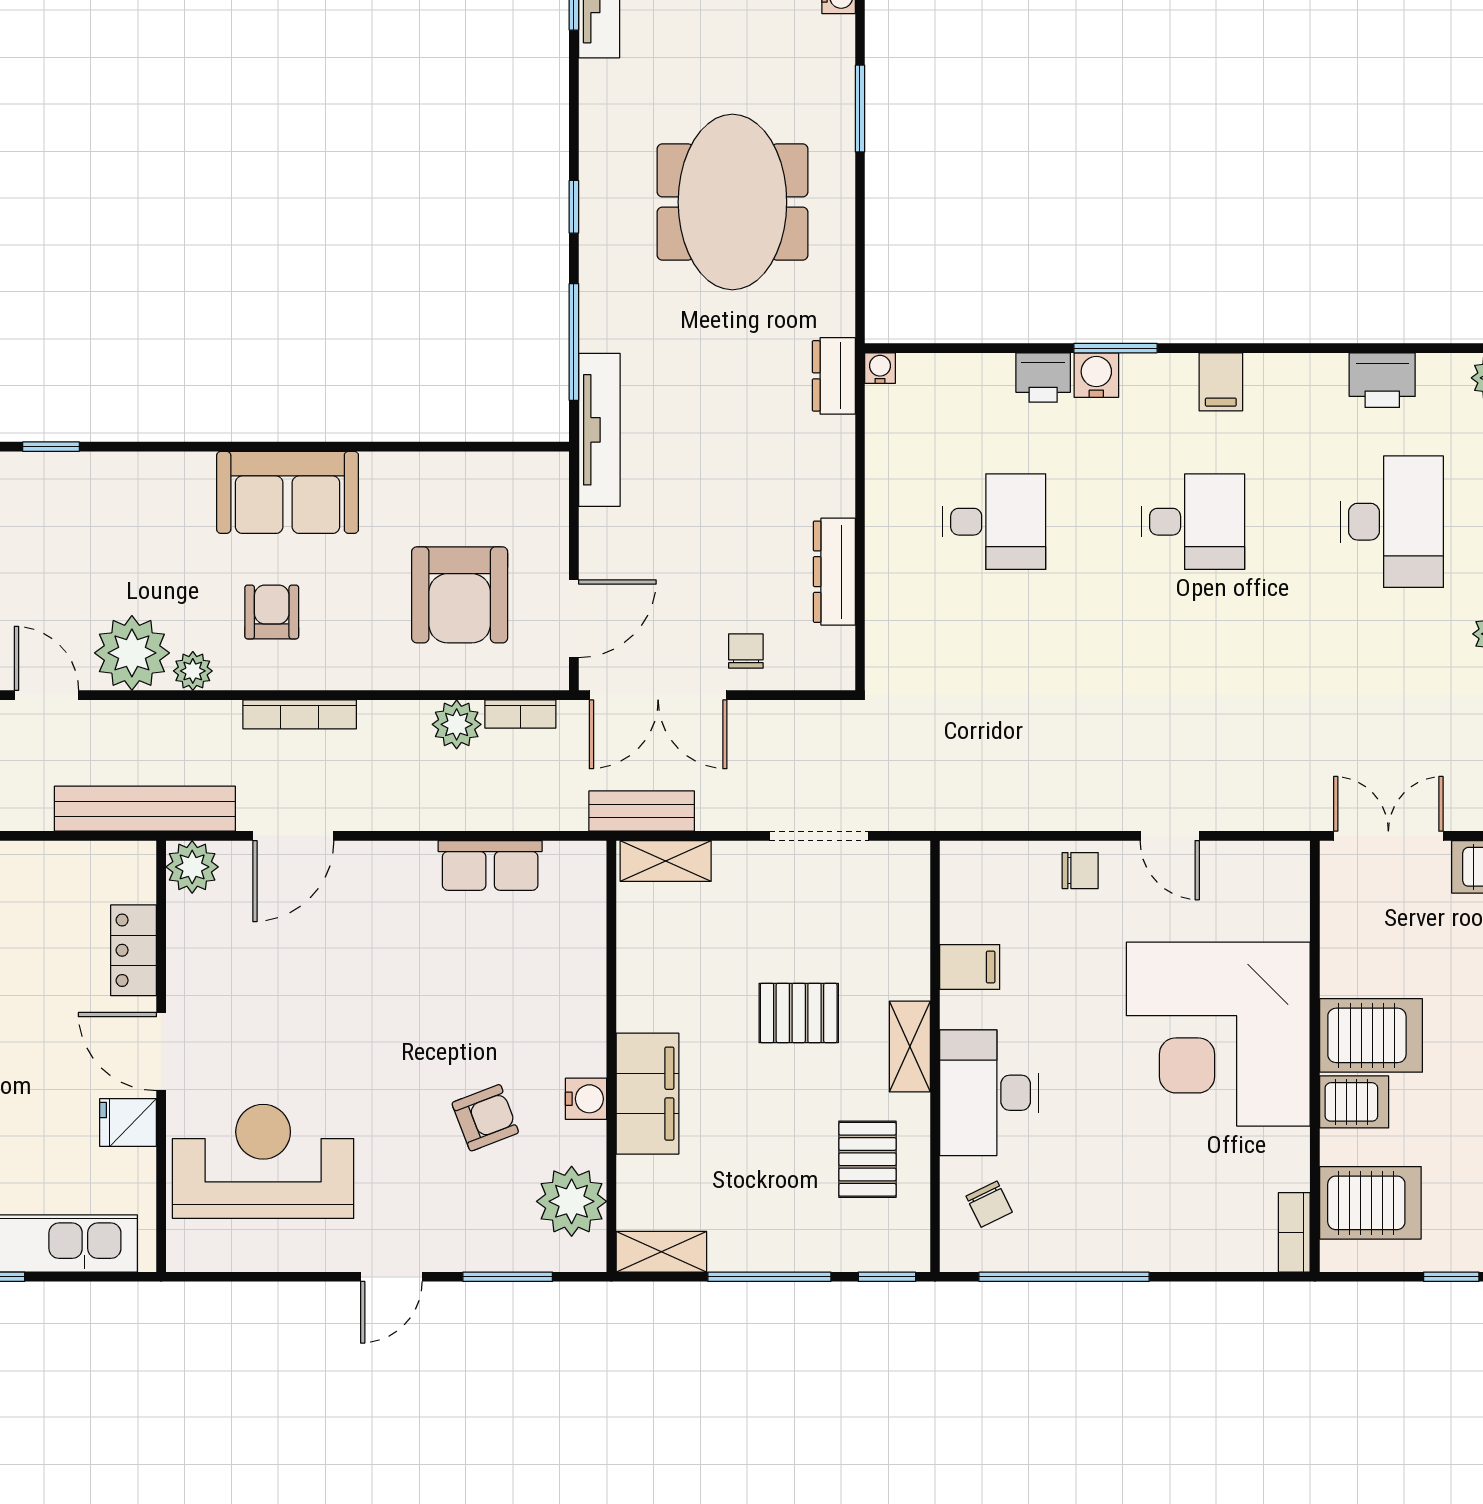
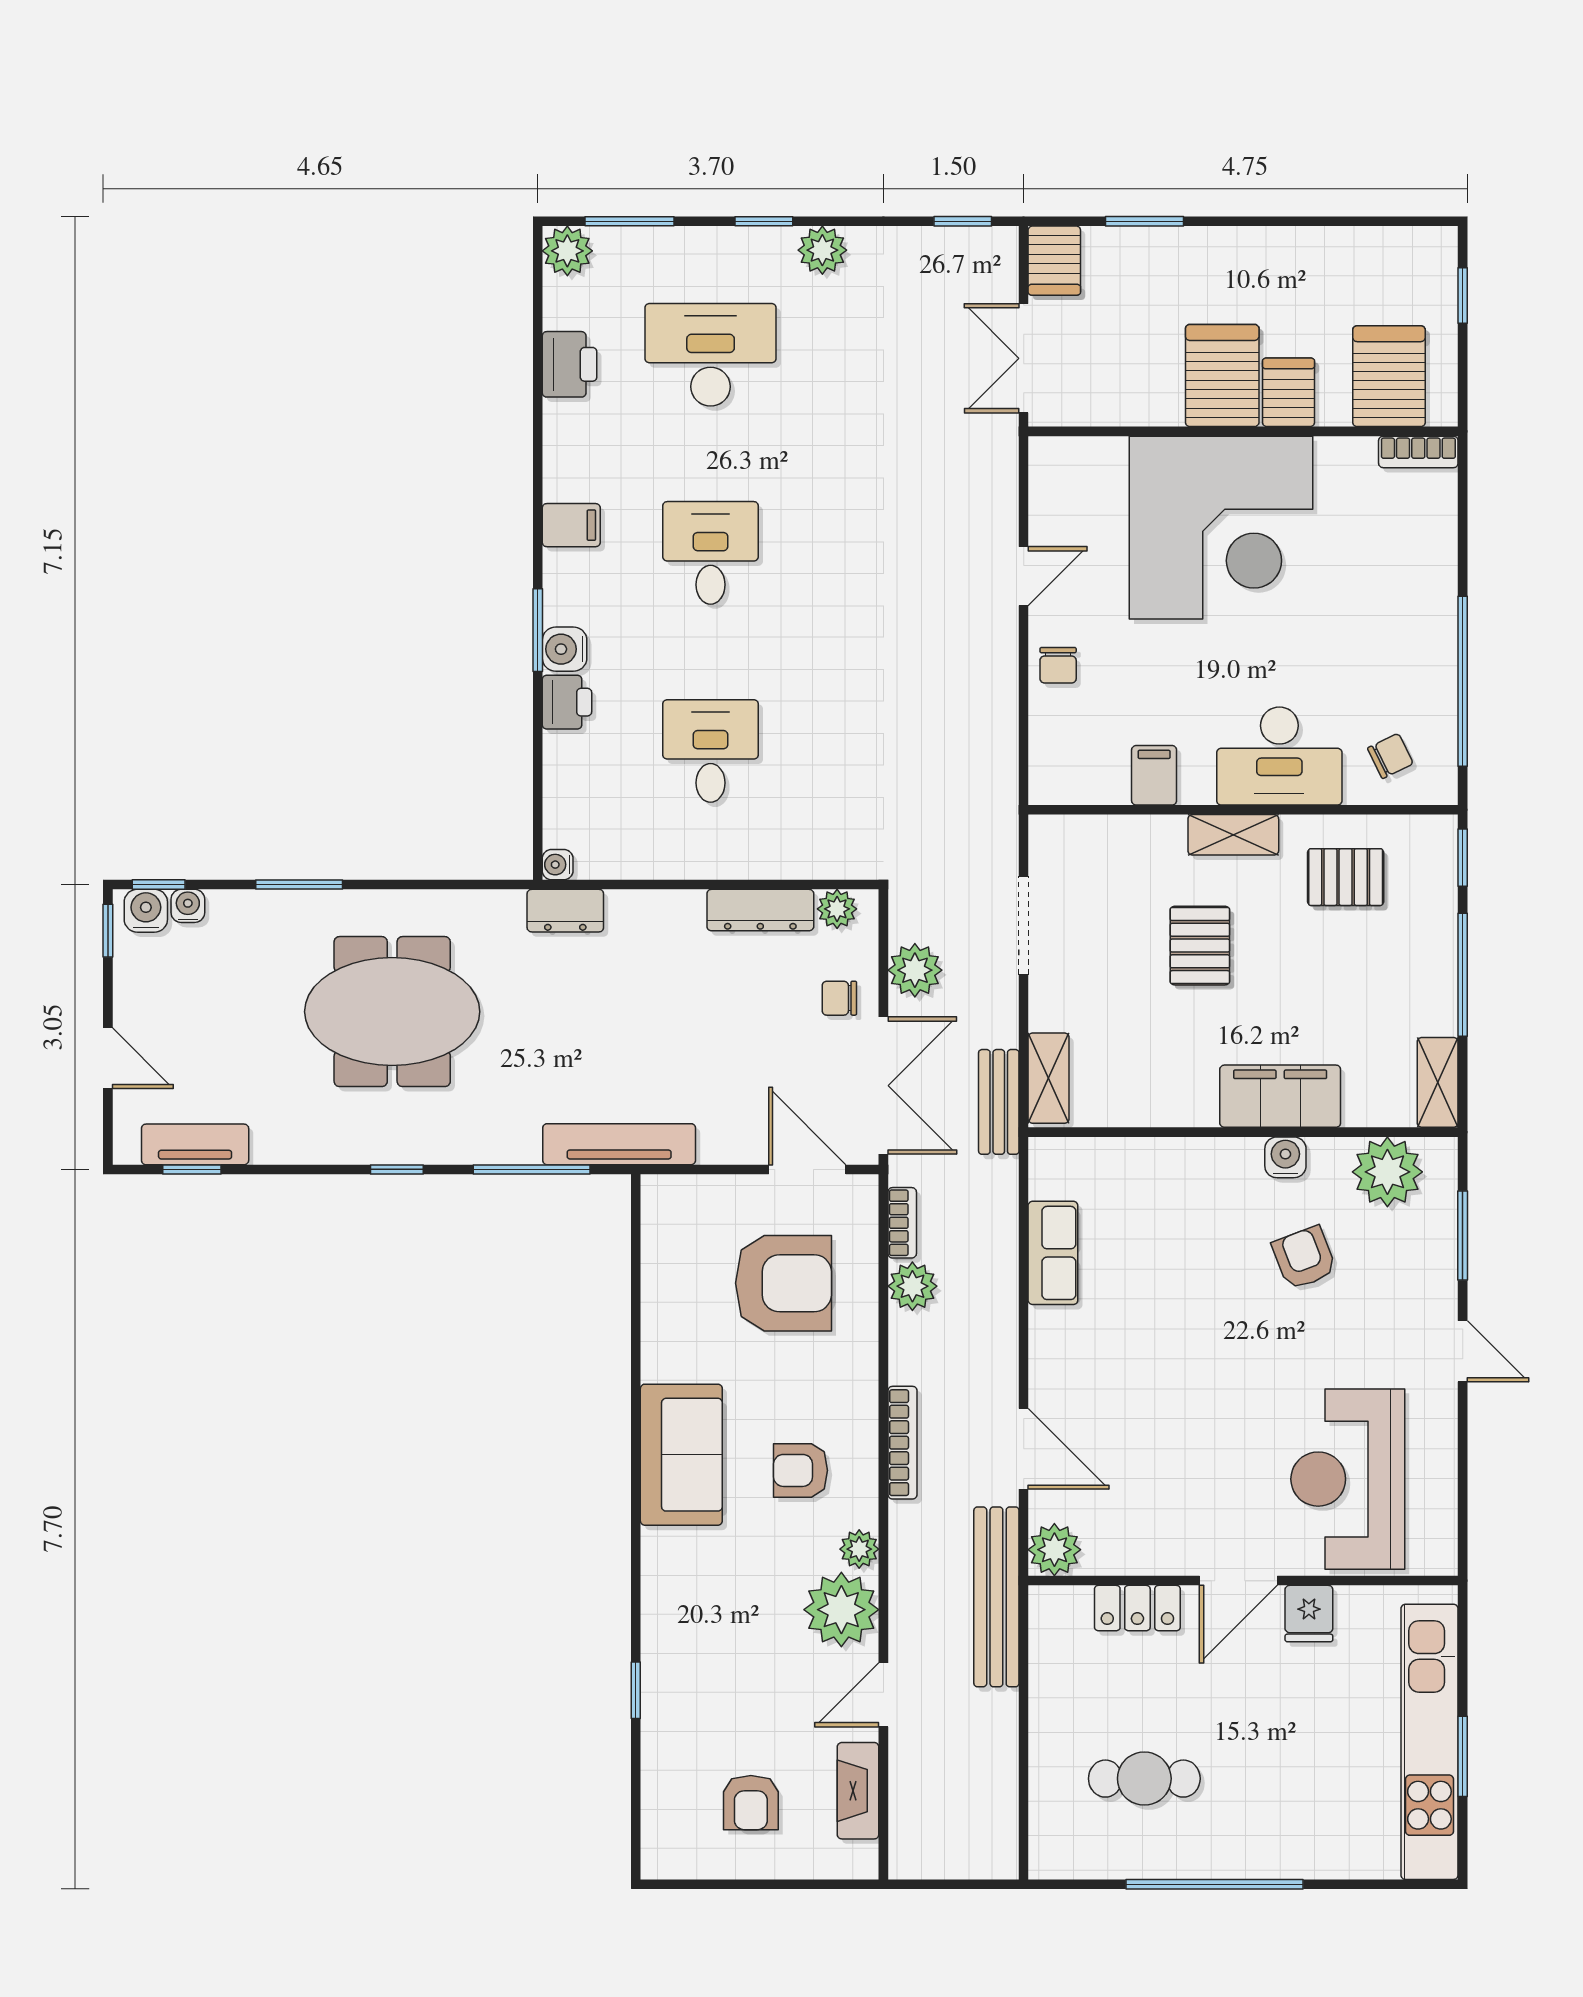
plant: (835, 649) -> (837, 909), added
plant: (774, 727) -> (915, 970), added
chair: (1080, 871) -> (1058, 665), turned 180

